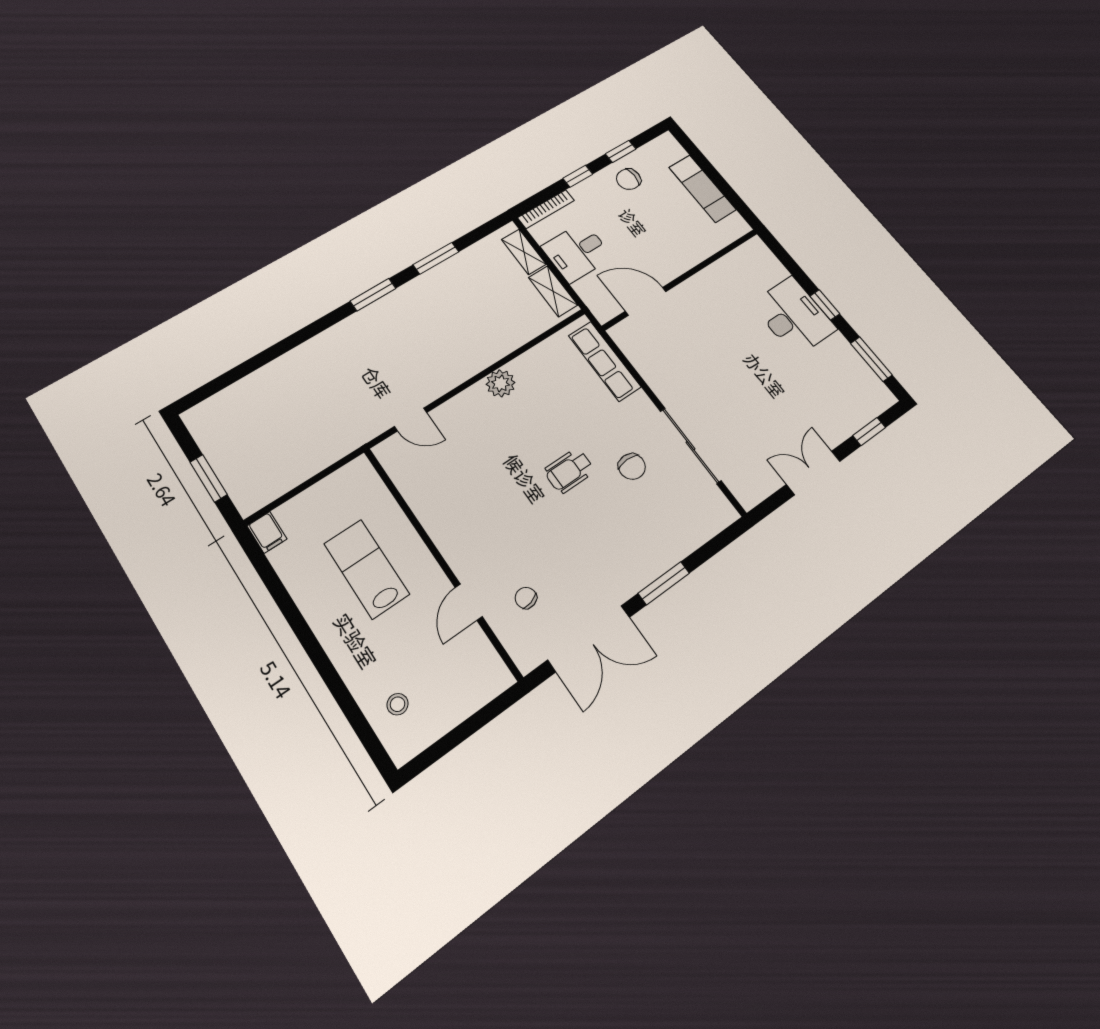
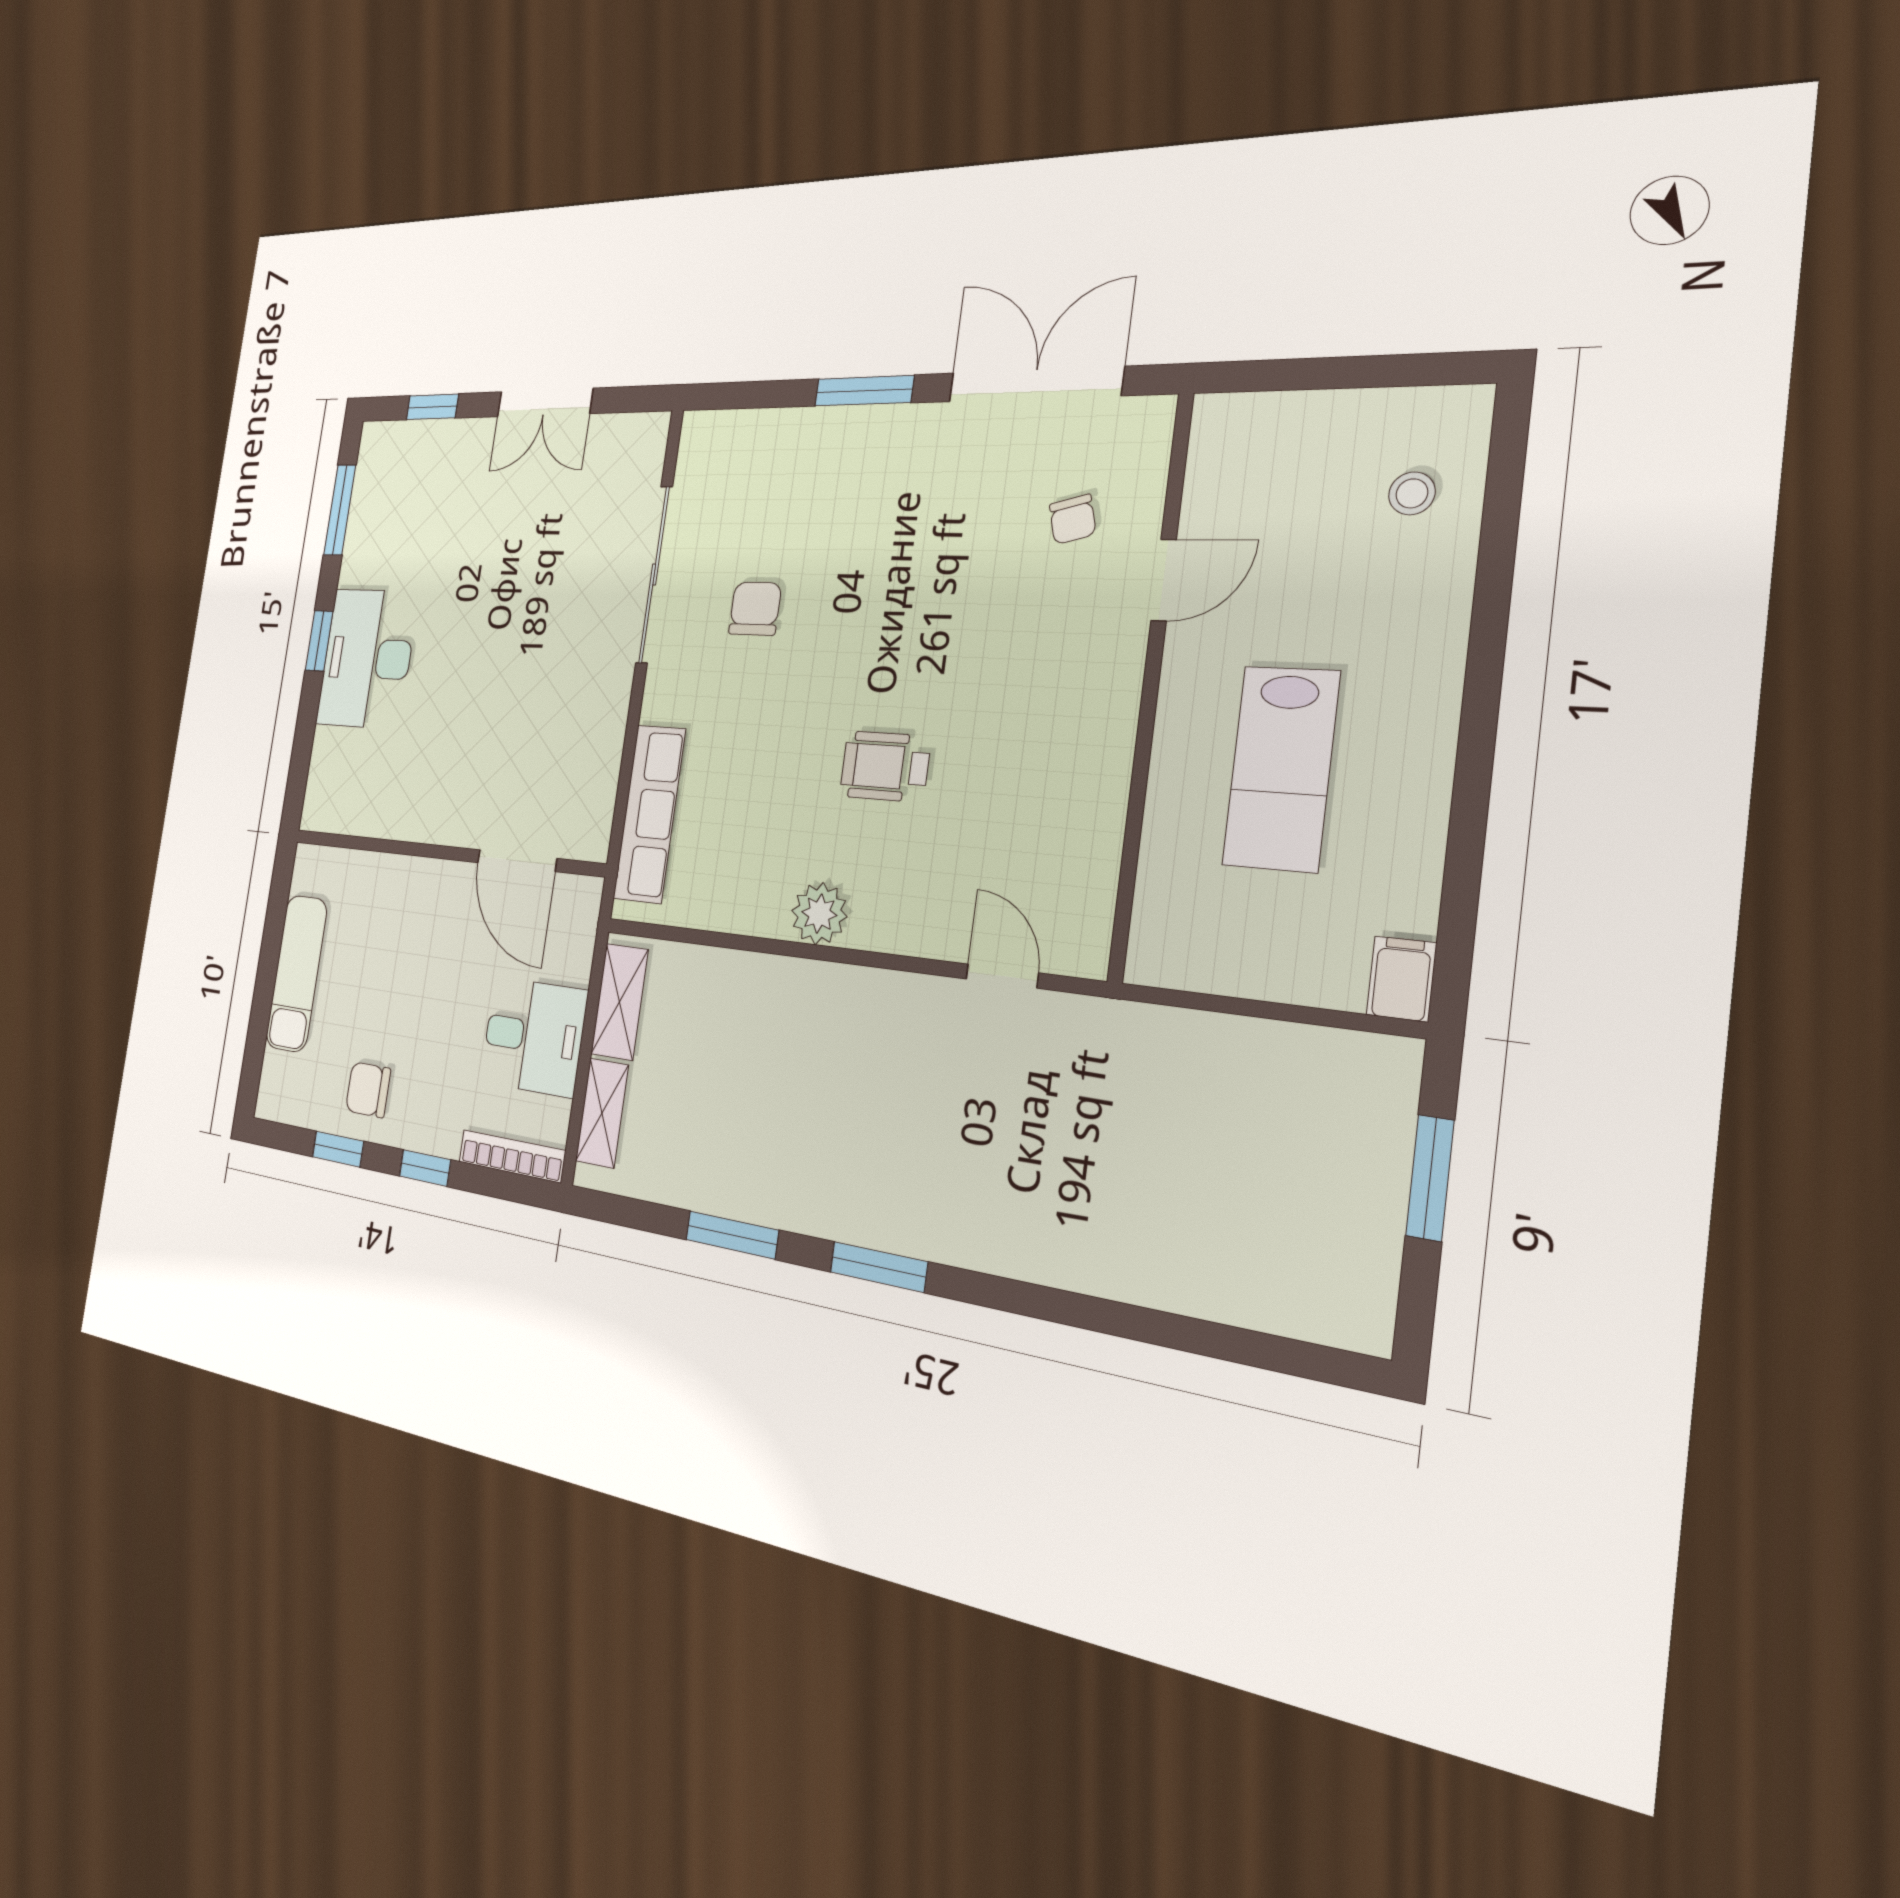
chair: (629, 179) -> (368, 1090), turned 180
wheelchair: (569, 471) -> (885, 766), moved, turned 180

